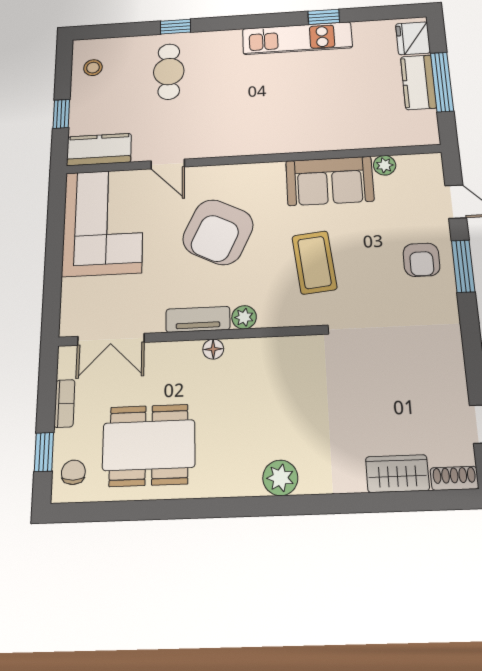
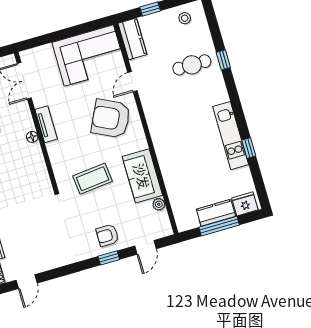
armchair: (218, 232) -> (111, 119), moved
window: (463, 266) -> (109, 258), width x0.67
plant: (244, 317) -> (53, 149), removed

